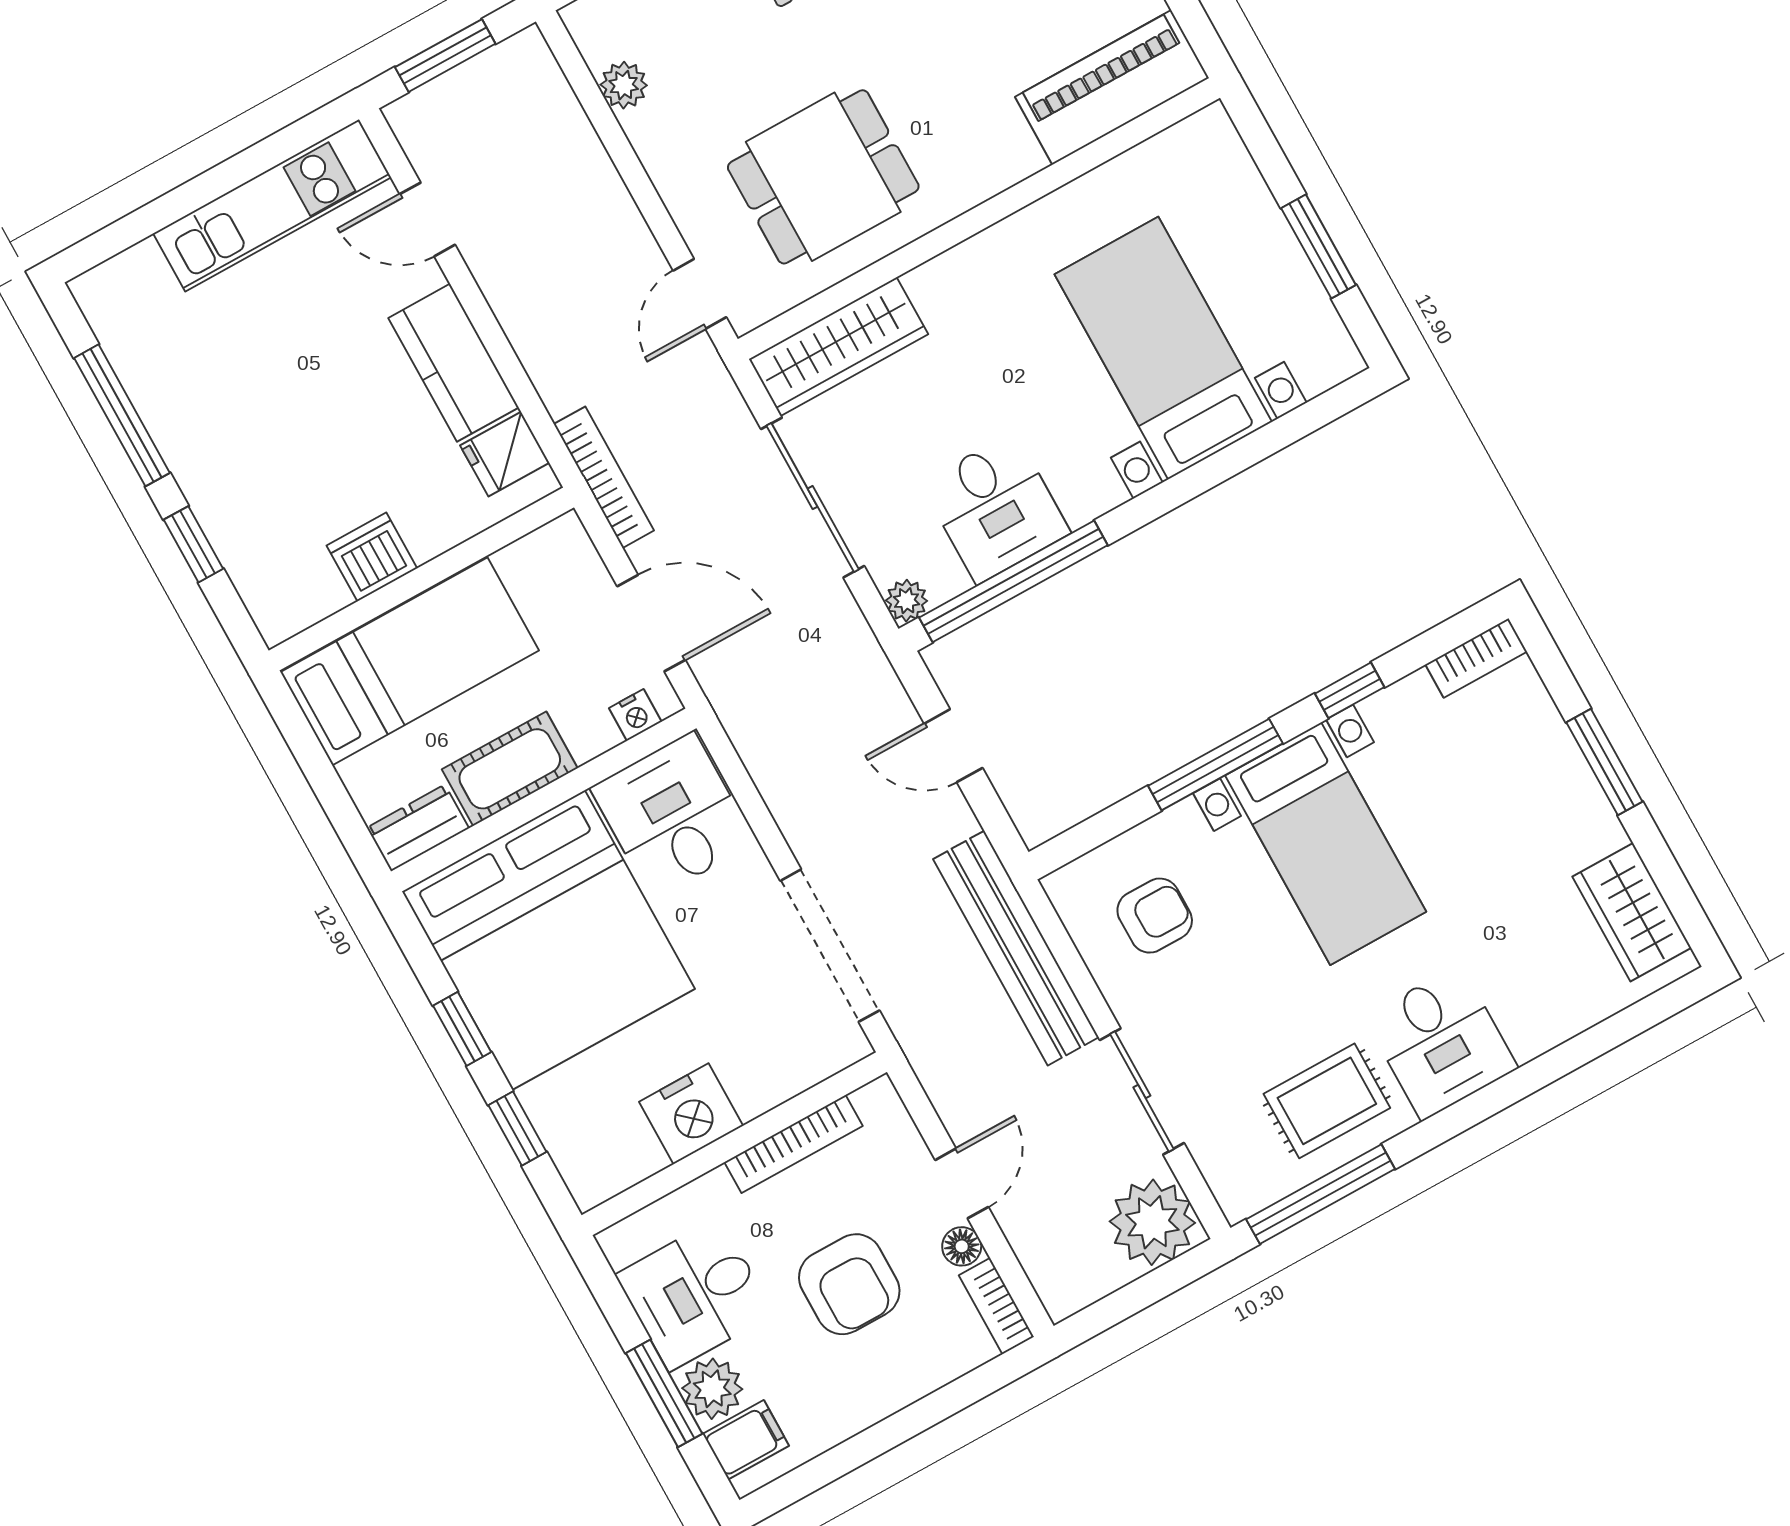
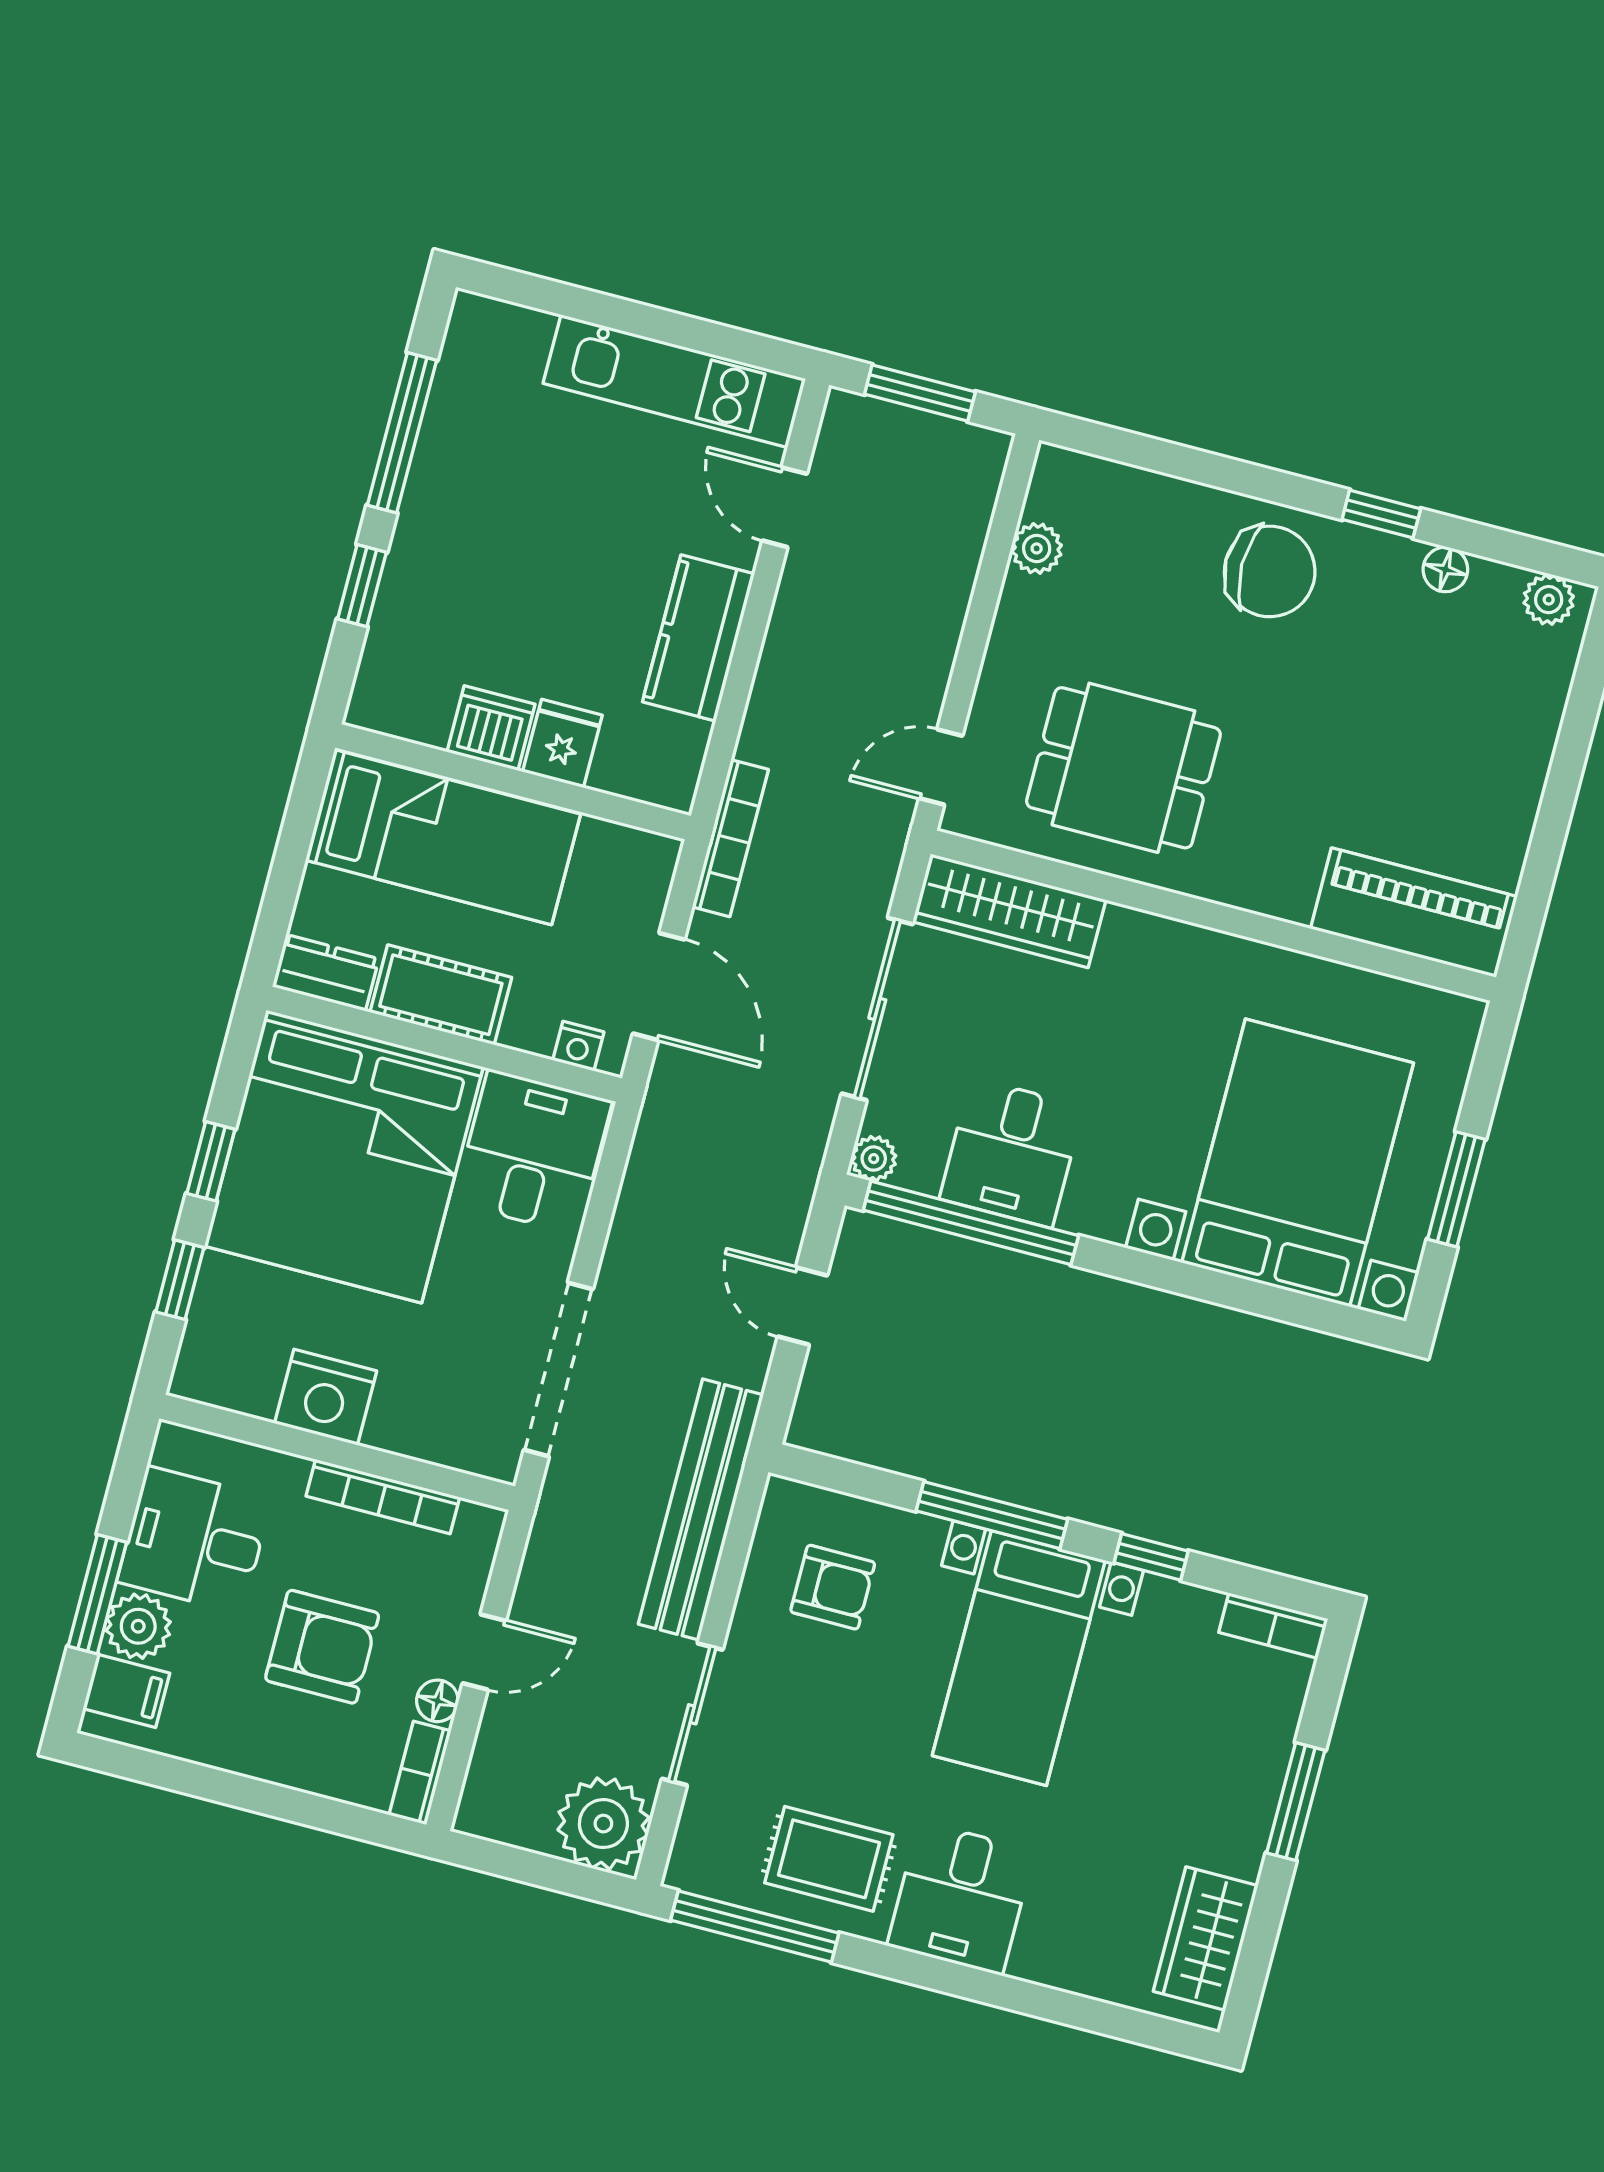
bed with nightstands: (1163, 348) -> (1298, 1163), width x1.36
fridge: (505, 454) -> (562, 743), moved, turned 90
armchair: (849, 1284) -> (322, 1647), turned -90

